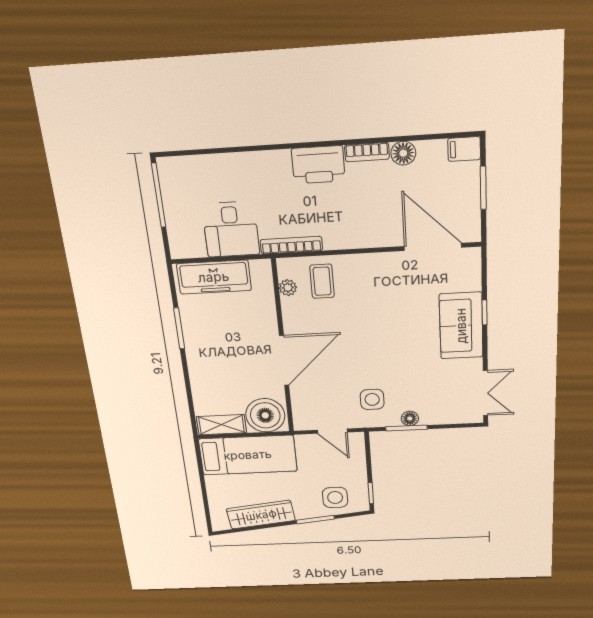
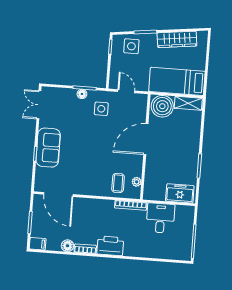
freezer: (214, 277) -> (180, 193), width x0.71

